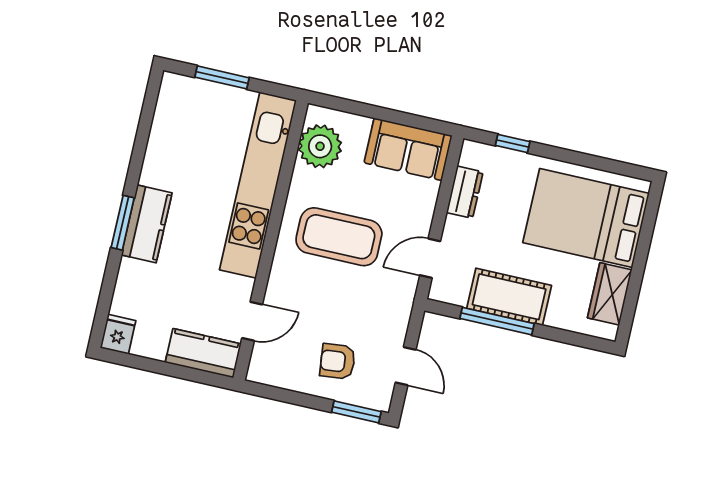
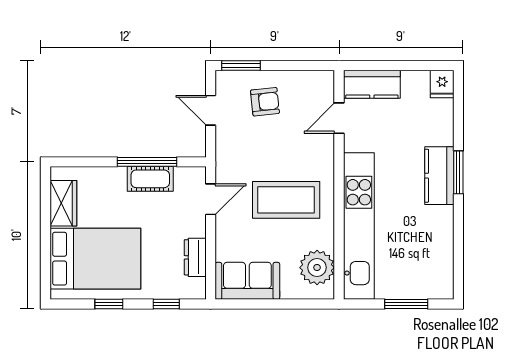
window: (582, 159) -> (109, 304), added
cot: (509, 297) -> (150, 179), width x0.73, depth x0.75

